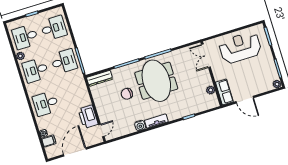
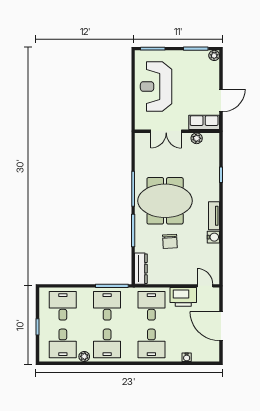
double door: (206, 56) -> (166, 131), moved
desk: (74, 95) -> (151, 306), added
filing cabinet: (49, 141) -> (198, 354), removed

